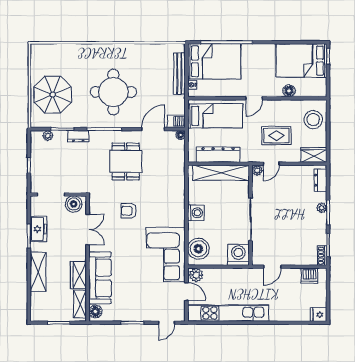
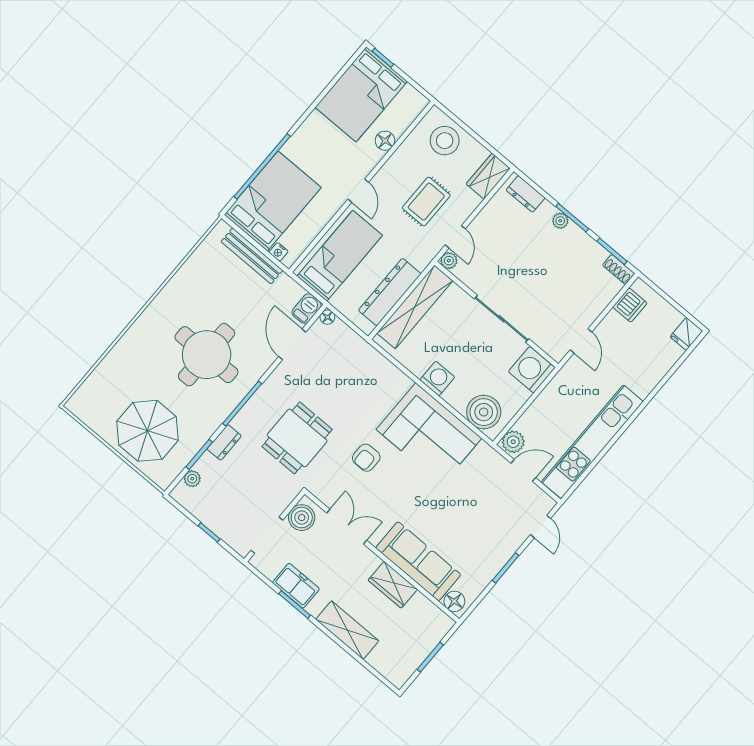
dining table: (126, 161) -> (297, 438), moved, turned 90
corner sofa: (166, 254) -> (429, 434), moved
shelving: (80, 304) -> (429, 612), removed

